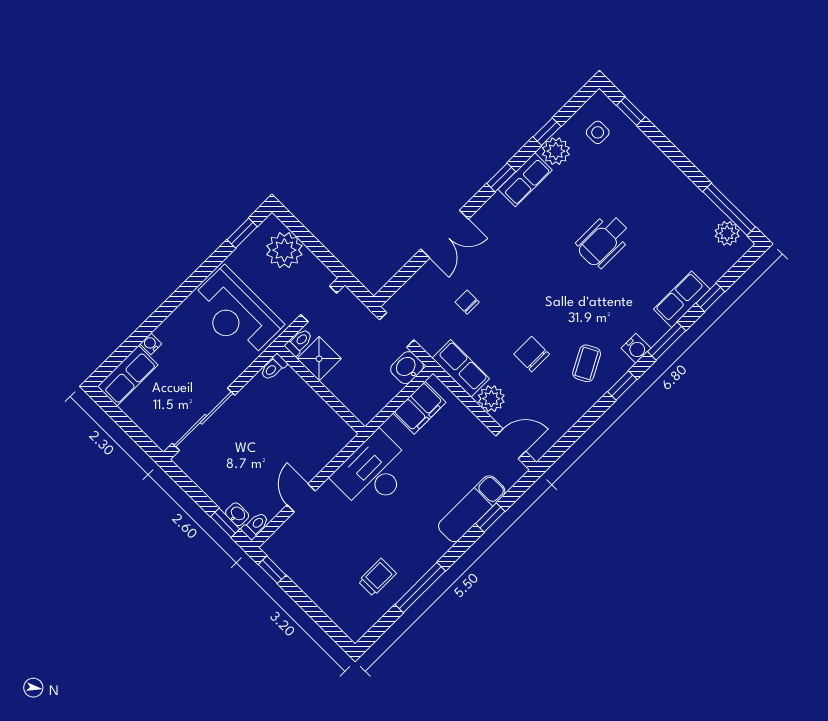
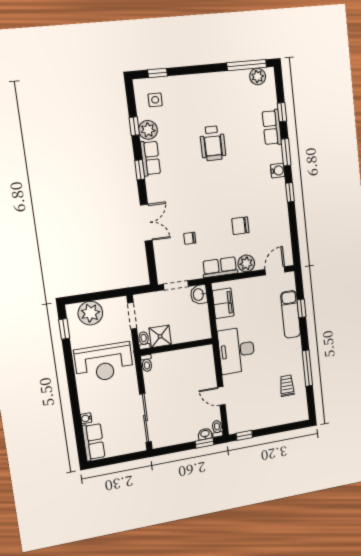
coffee table: (587, 363) -> (266, 202), removed

